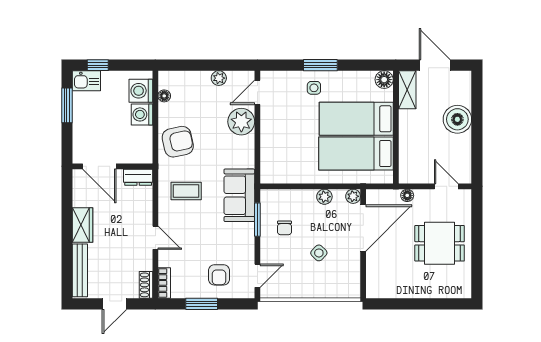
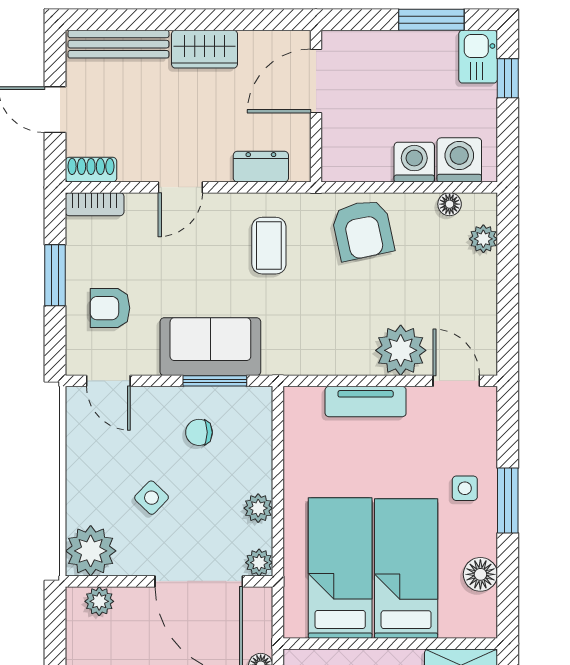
plant: (219, 78) -> (483, 239), moved
floor lamp: (384, 80) -> (480, 574), moved
tv unit: (268, 140) -> (366, 402), added
dresser: (138, 177) -> (261, 167), moved, turned 90
sofa: (239, 195) -> (210, 347), moved
plant: (374, 280) -> (99, 601), added
plant: (347, 285) -> (91, 551), added

